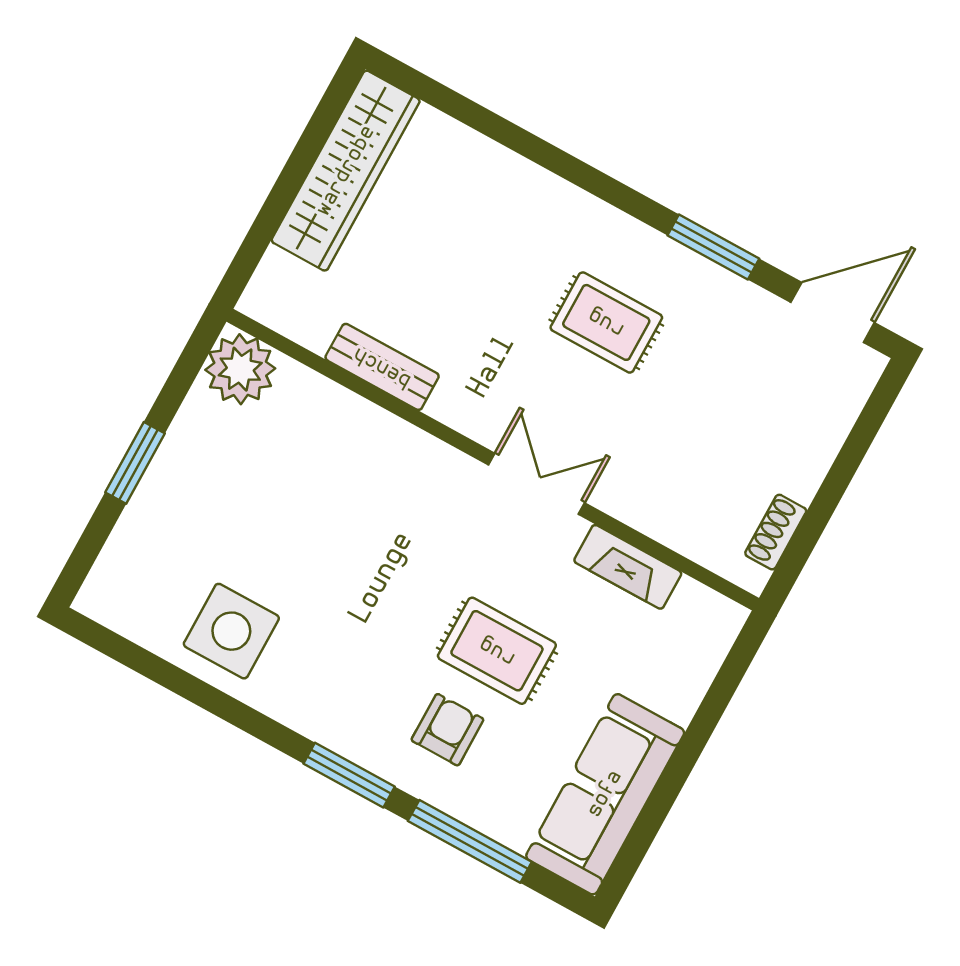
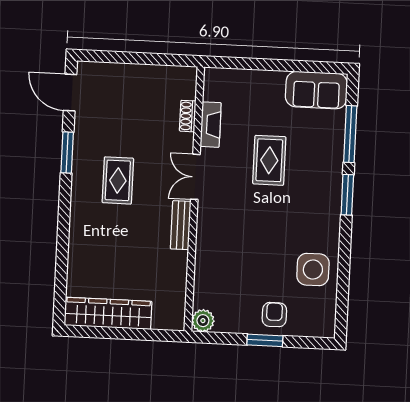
bench: (382, 367) -> (181, 225), moved
plant: (240, 369) -> (203, 321), width x0.73, depth x0.73
shoe rack: (776, 532) -> (188, 116), moved, turned 90
armchair: (447, 730) -> (274, 315), moved, turned 90
sofa: (605, 794) -> (316, 90), width x0.73

